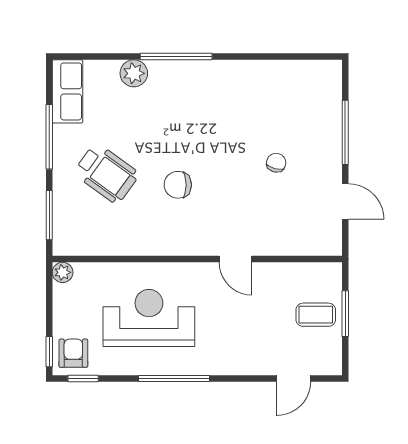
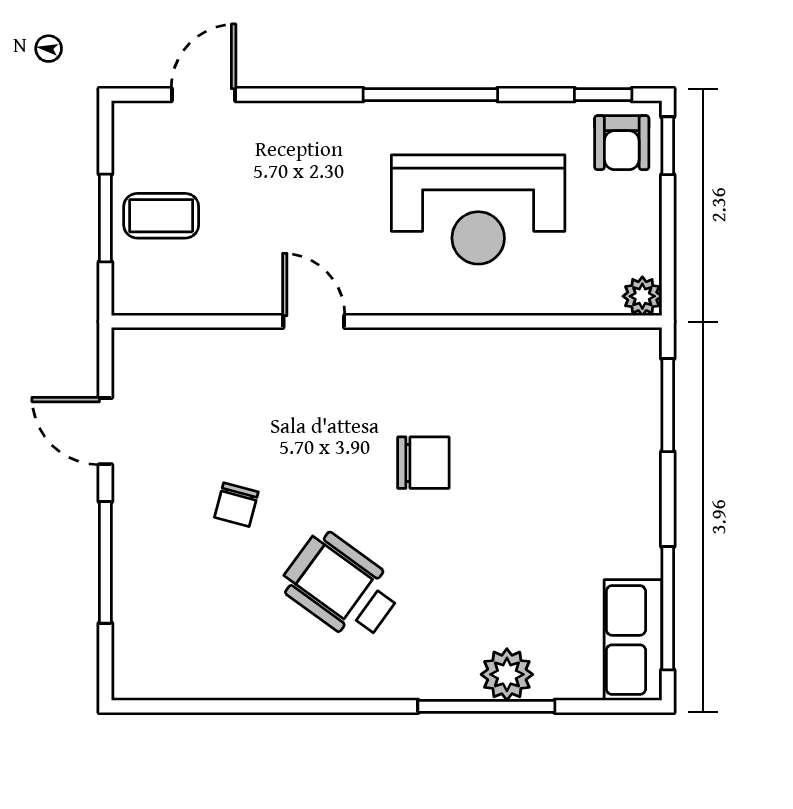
window: (176, 57) -> (486, 706), moved
window: (49, 137) -> (668, 608), moved
wheelchair: (106, 174) -> (341, 587), moved

